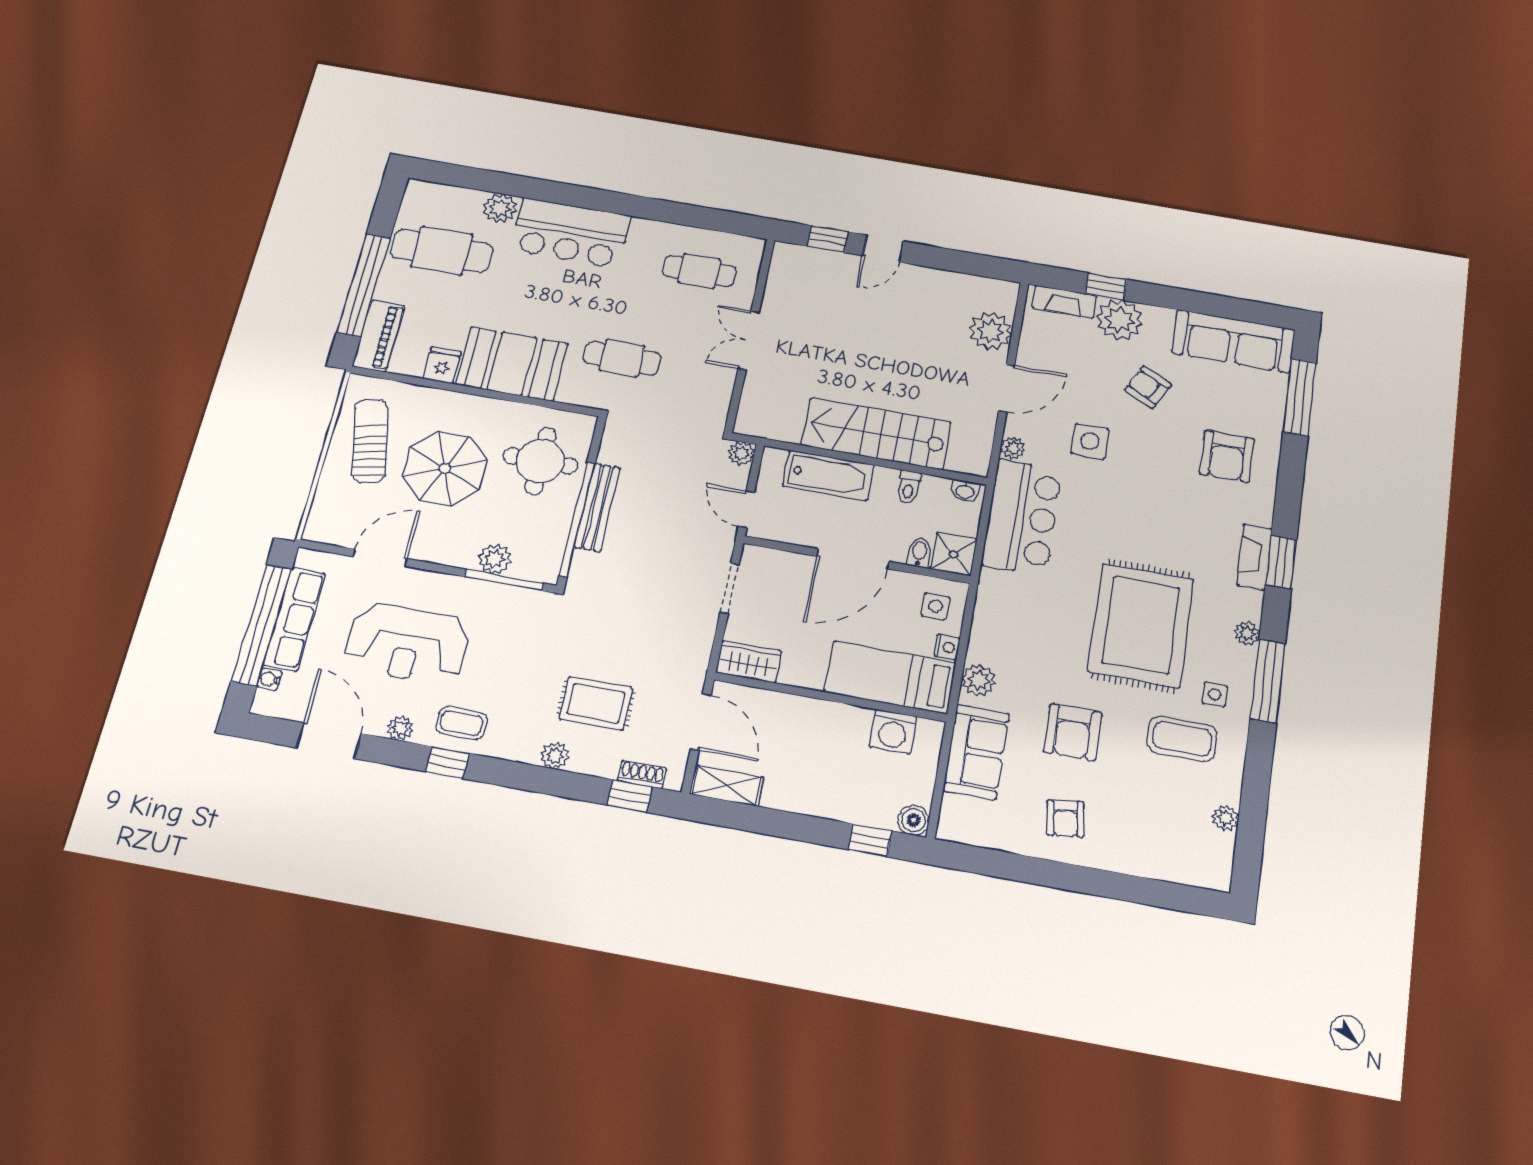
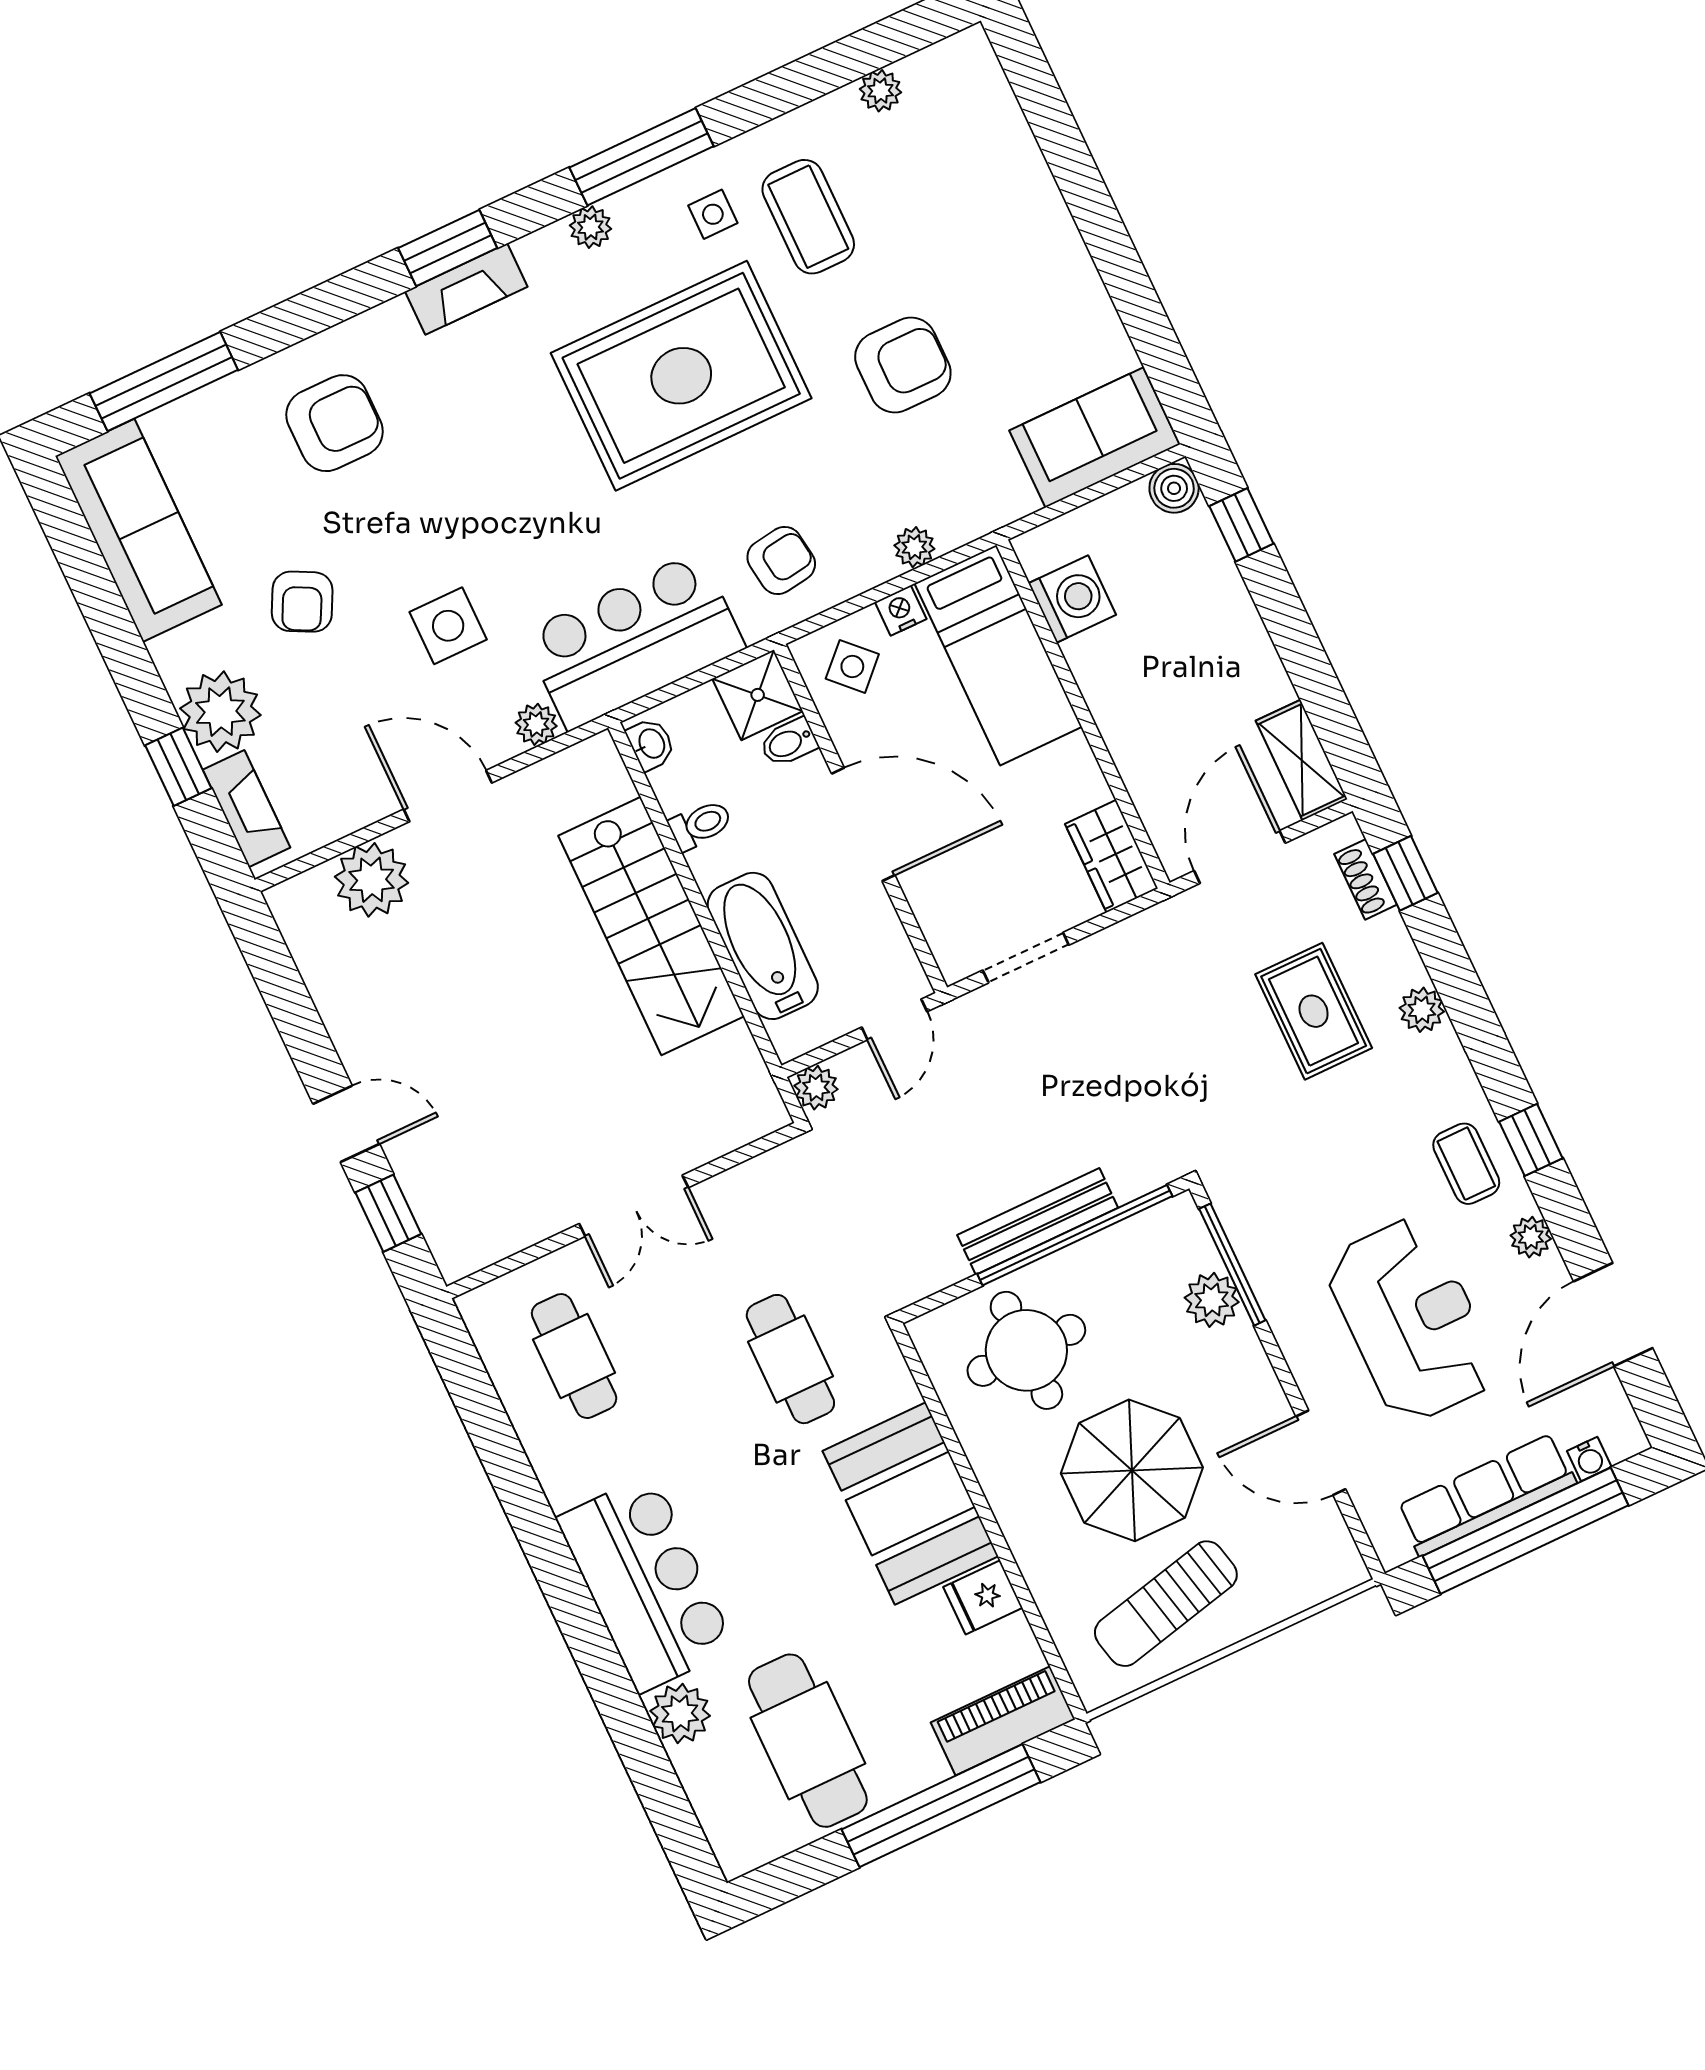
side table: (935, 606) -> (852, 666), turned 45
plant: (979, 680) -> (914, 547), width x0.73, depth x0.73
sofa: (976, 752) -> (1094, 438), moved
armchair: (1065, 818) -> (781, 561), moved

